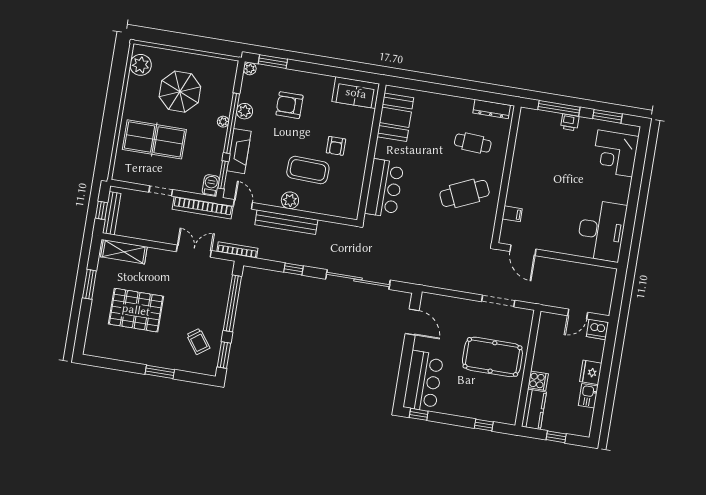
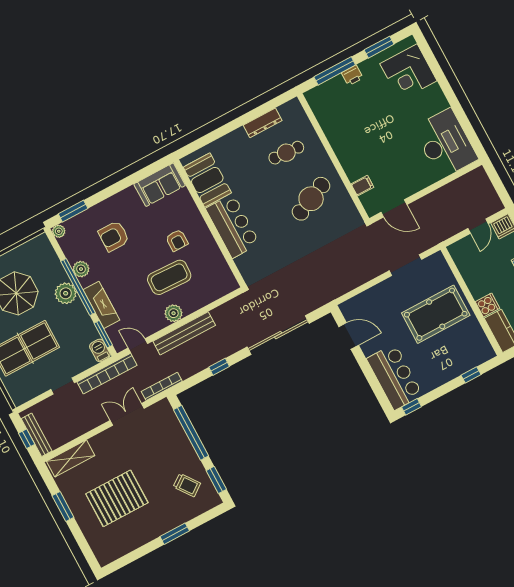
dresser: (492, 109) -> (263, 123), moved
plant: (223, 122) -> (66, 293), width x1.87, depth x1.87
bar counter: (384, 188) -> (233, 226), moved

